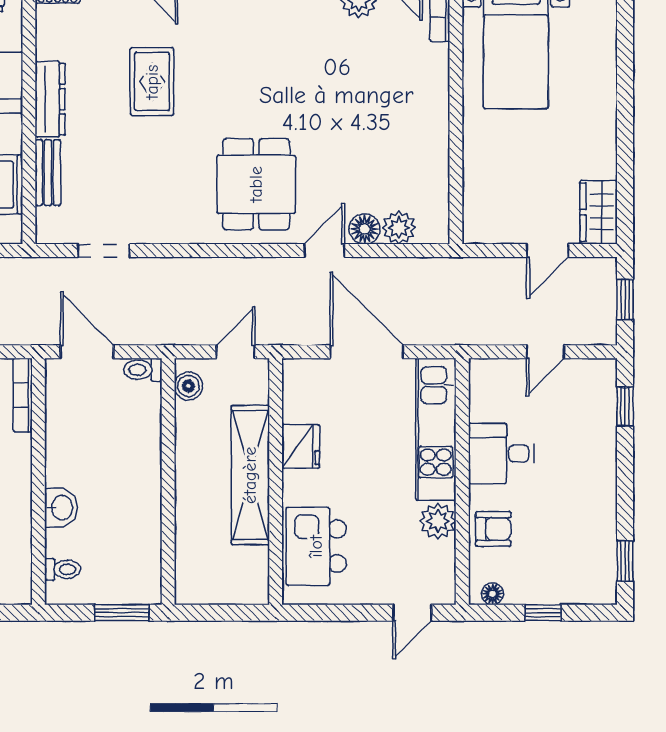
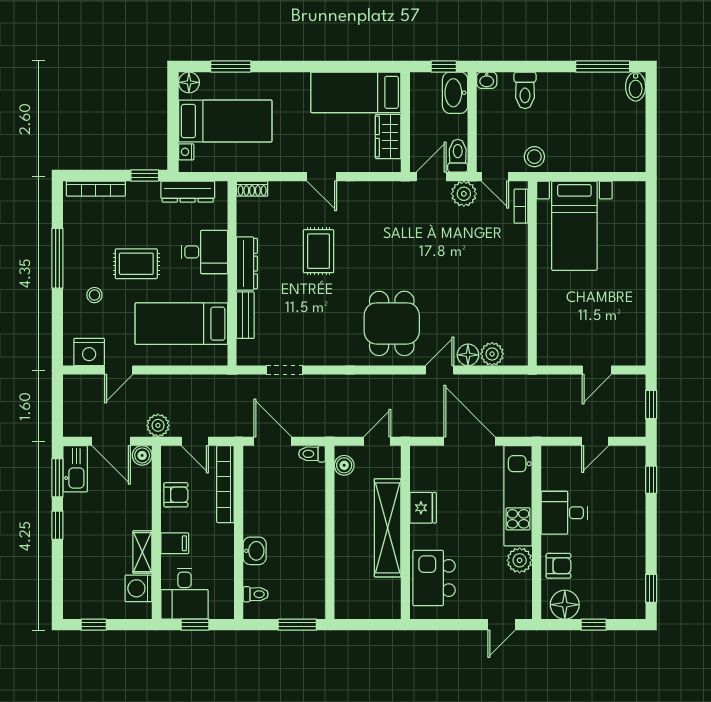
wardrobe: (599, 212) -> (633, 343), removed
bookcase: (23, 395) -> (225, 484), width x1.48, depth x1.31
floor lamp: (493, 594) -> (565, 605), width x1.89, depth x1.89

